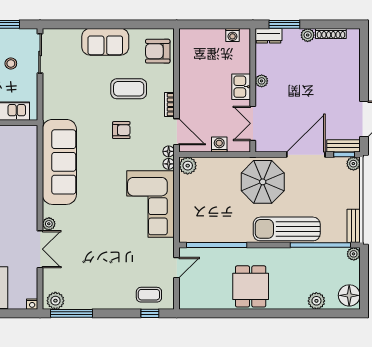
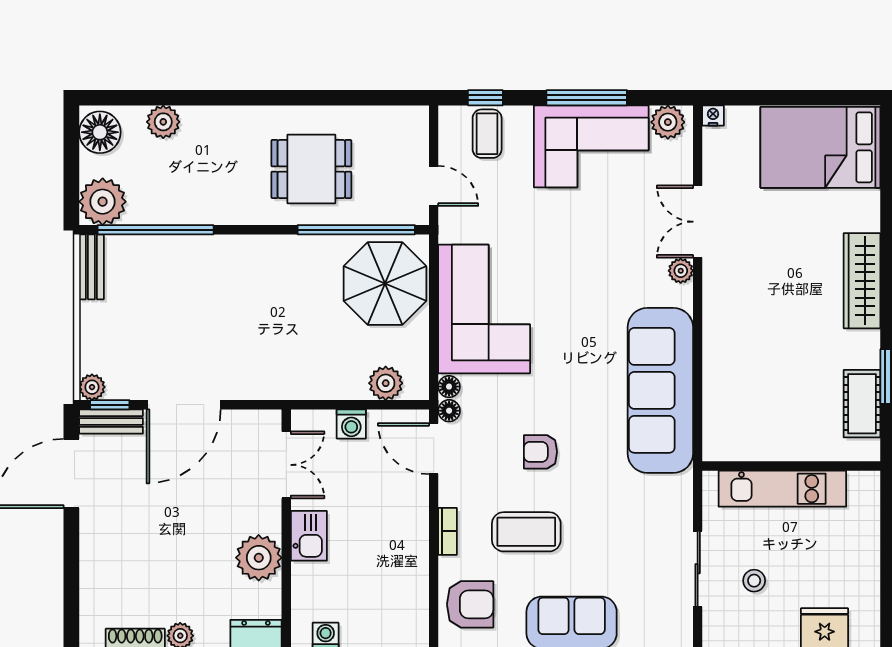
sliding door: (40, 53) -> (698, 569), moved
plant: (262, 81) -> (259, 558), width x1.88, depth x1.88
bookcase: (169, 105) -> (448, 531), moved
plant: (188, 166) -> (386, 383), moved
parasol: (263, 182) -> (385, 284), moved
sun lounger: (287, 229) -> (221, 261), removed
plant: (354, 254) -> (103, 202), width x1.87, depth x1.87
door: (177, 268) -> (434, 186), swing flipped
dining table: (251, 286) -> (311, 169), moved, turned 90
corner sofa: (95, 288) -> (591, 146), added
coffee table: (149, 295) -> (487, 134), turned 90
window: (71, 313) -> (587, 98), moved

